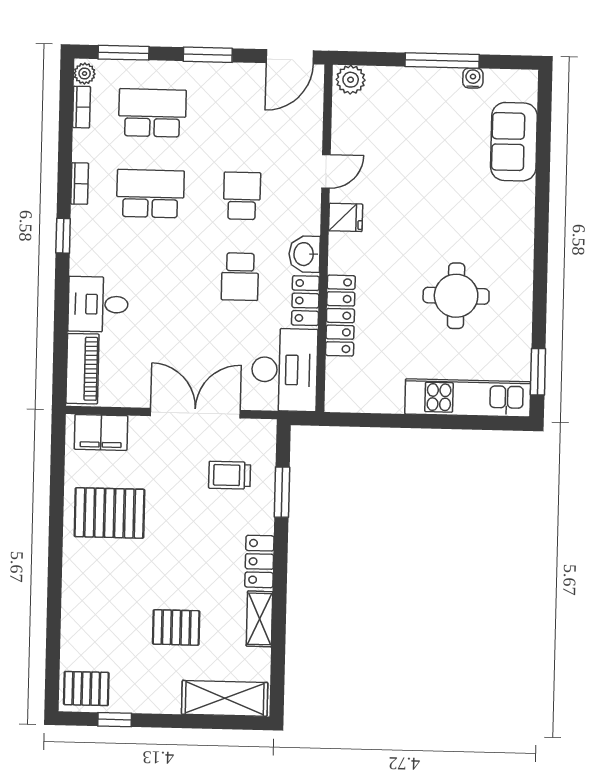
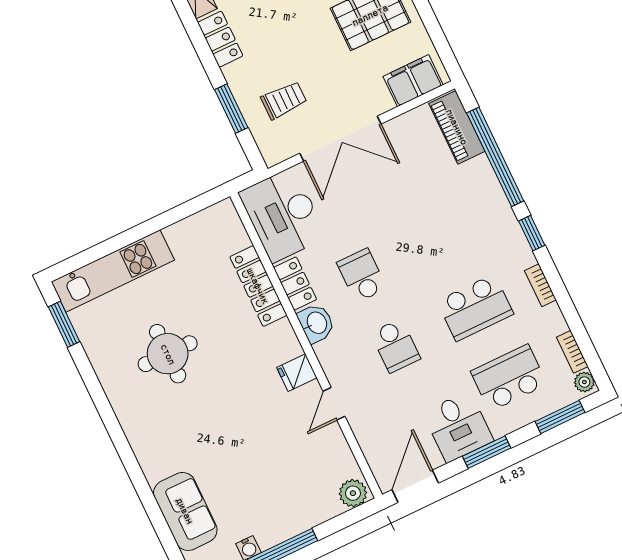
school desk: (152, 113) -> (509, 378), turned 180
desk: (98, 304) -> (458, 427), moved, turned 90
window: (61, 323) -> (495, 157), added

